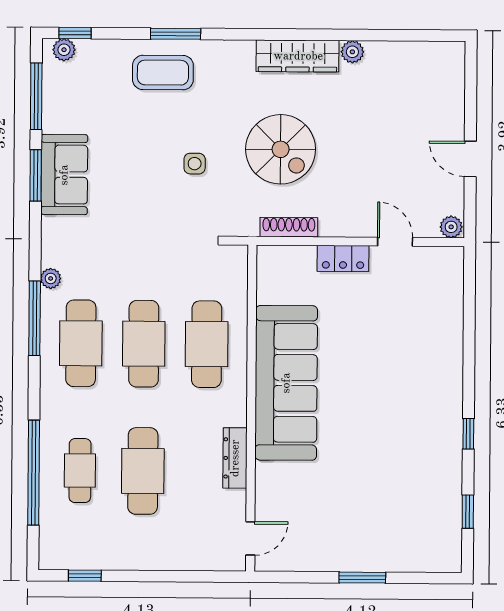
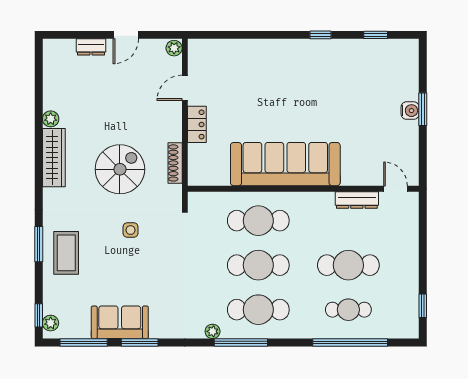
dresser: (454, 110) -> (91, 47), added
sofa: (64, 175) -> (120, 322), moved
dresser: (235, 458) -> (357, 200), moved
water cooler: (361, 560) -> (410, 111), added

